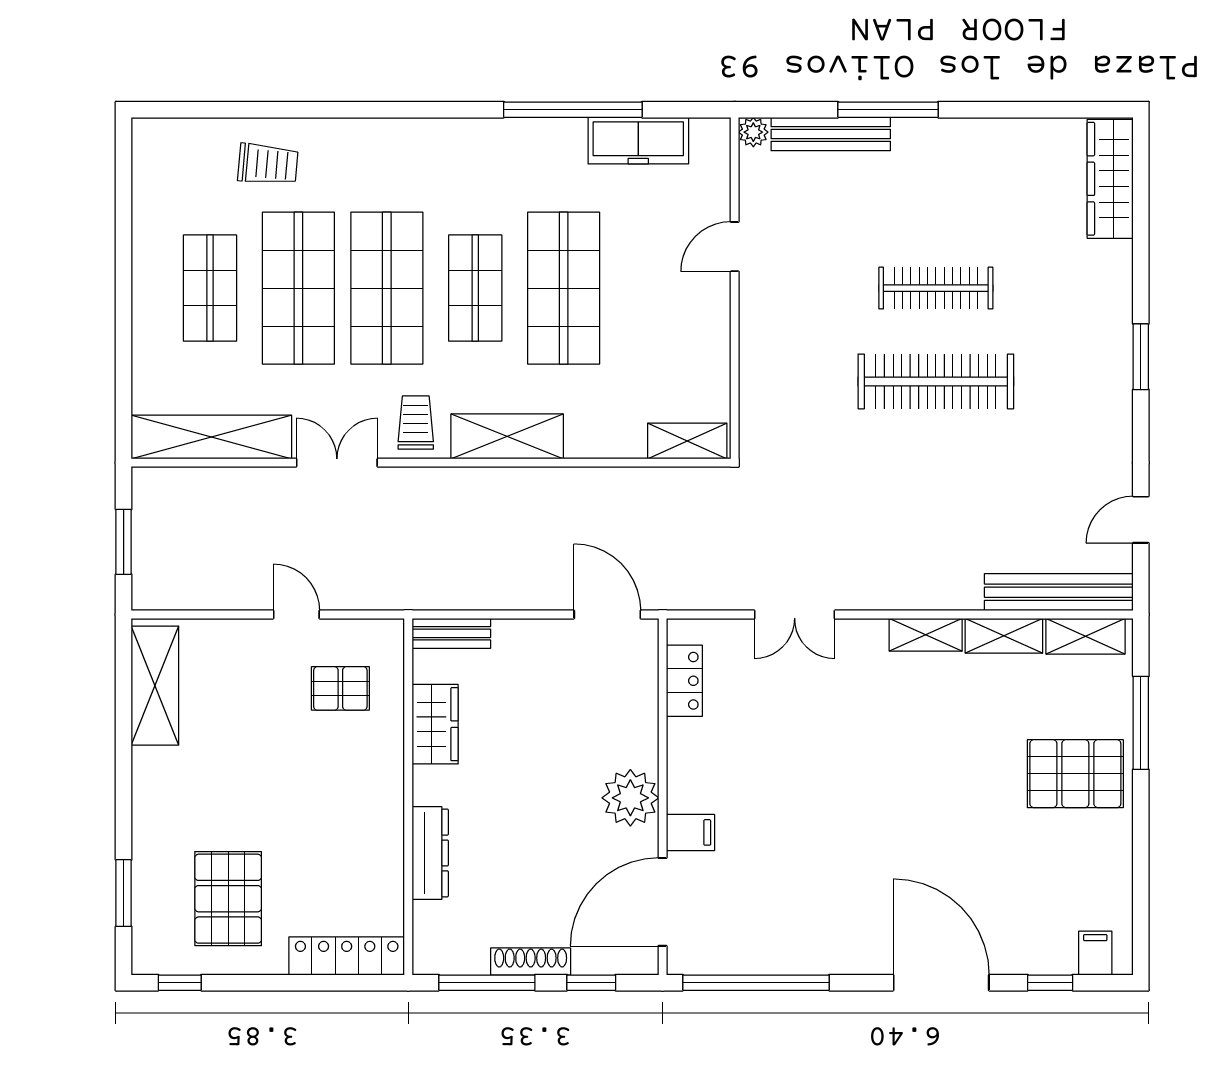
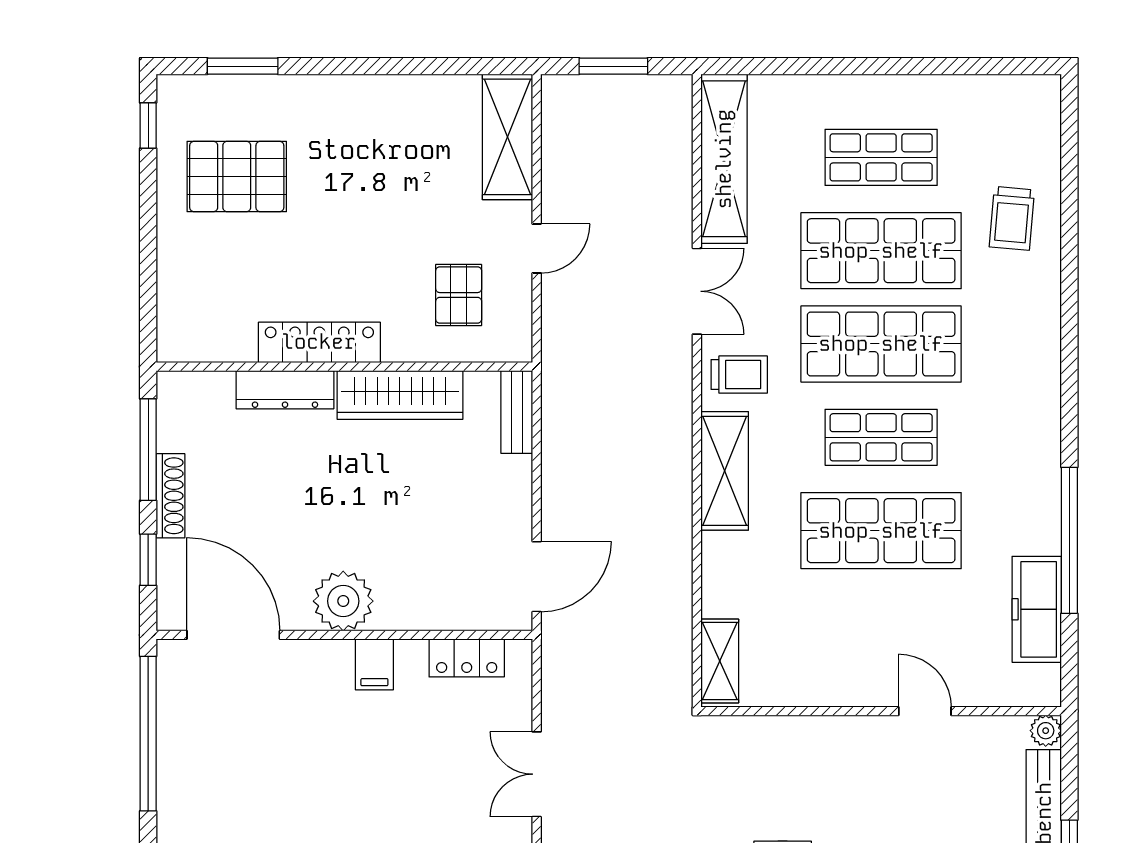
shelving: (155, 686) -> (508, 137), moved, turned 90
wardrobe: (435, 724) -> (400, 395), width x1.50
filing cabinet: (690, 832) -> (374, 664), moved
locker: (347, 956) -> (319, 342), moved, turned -90

